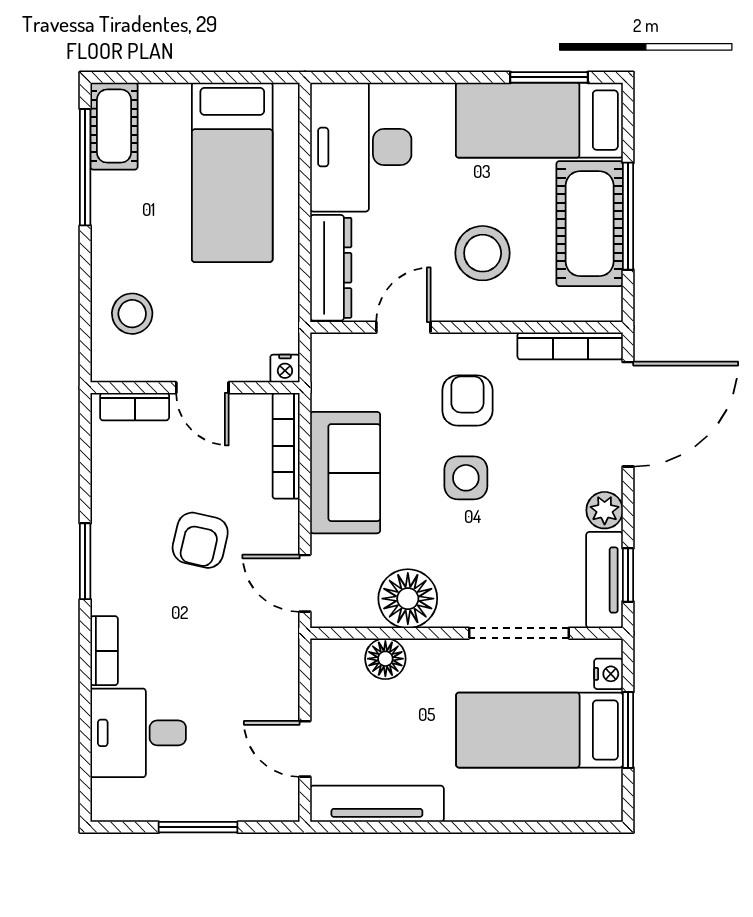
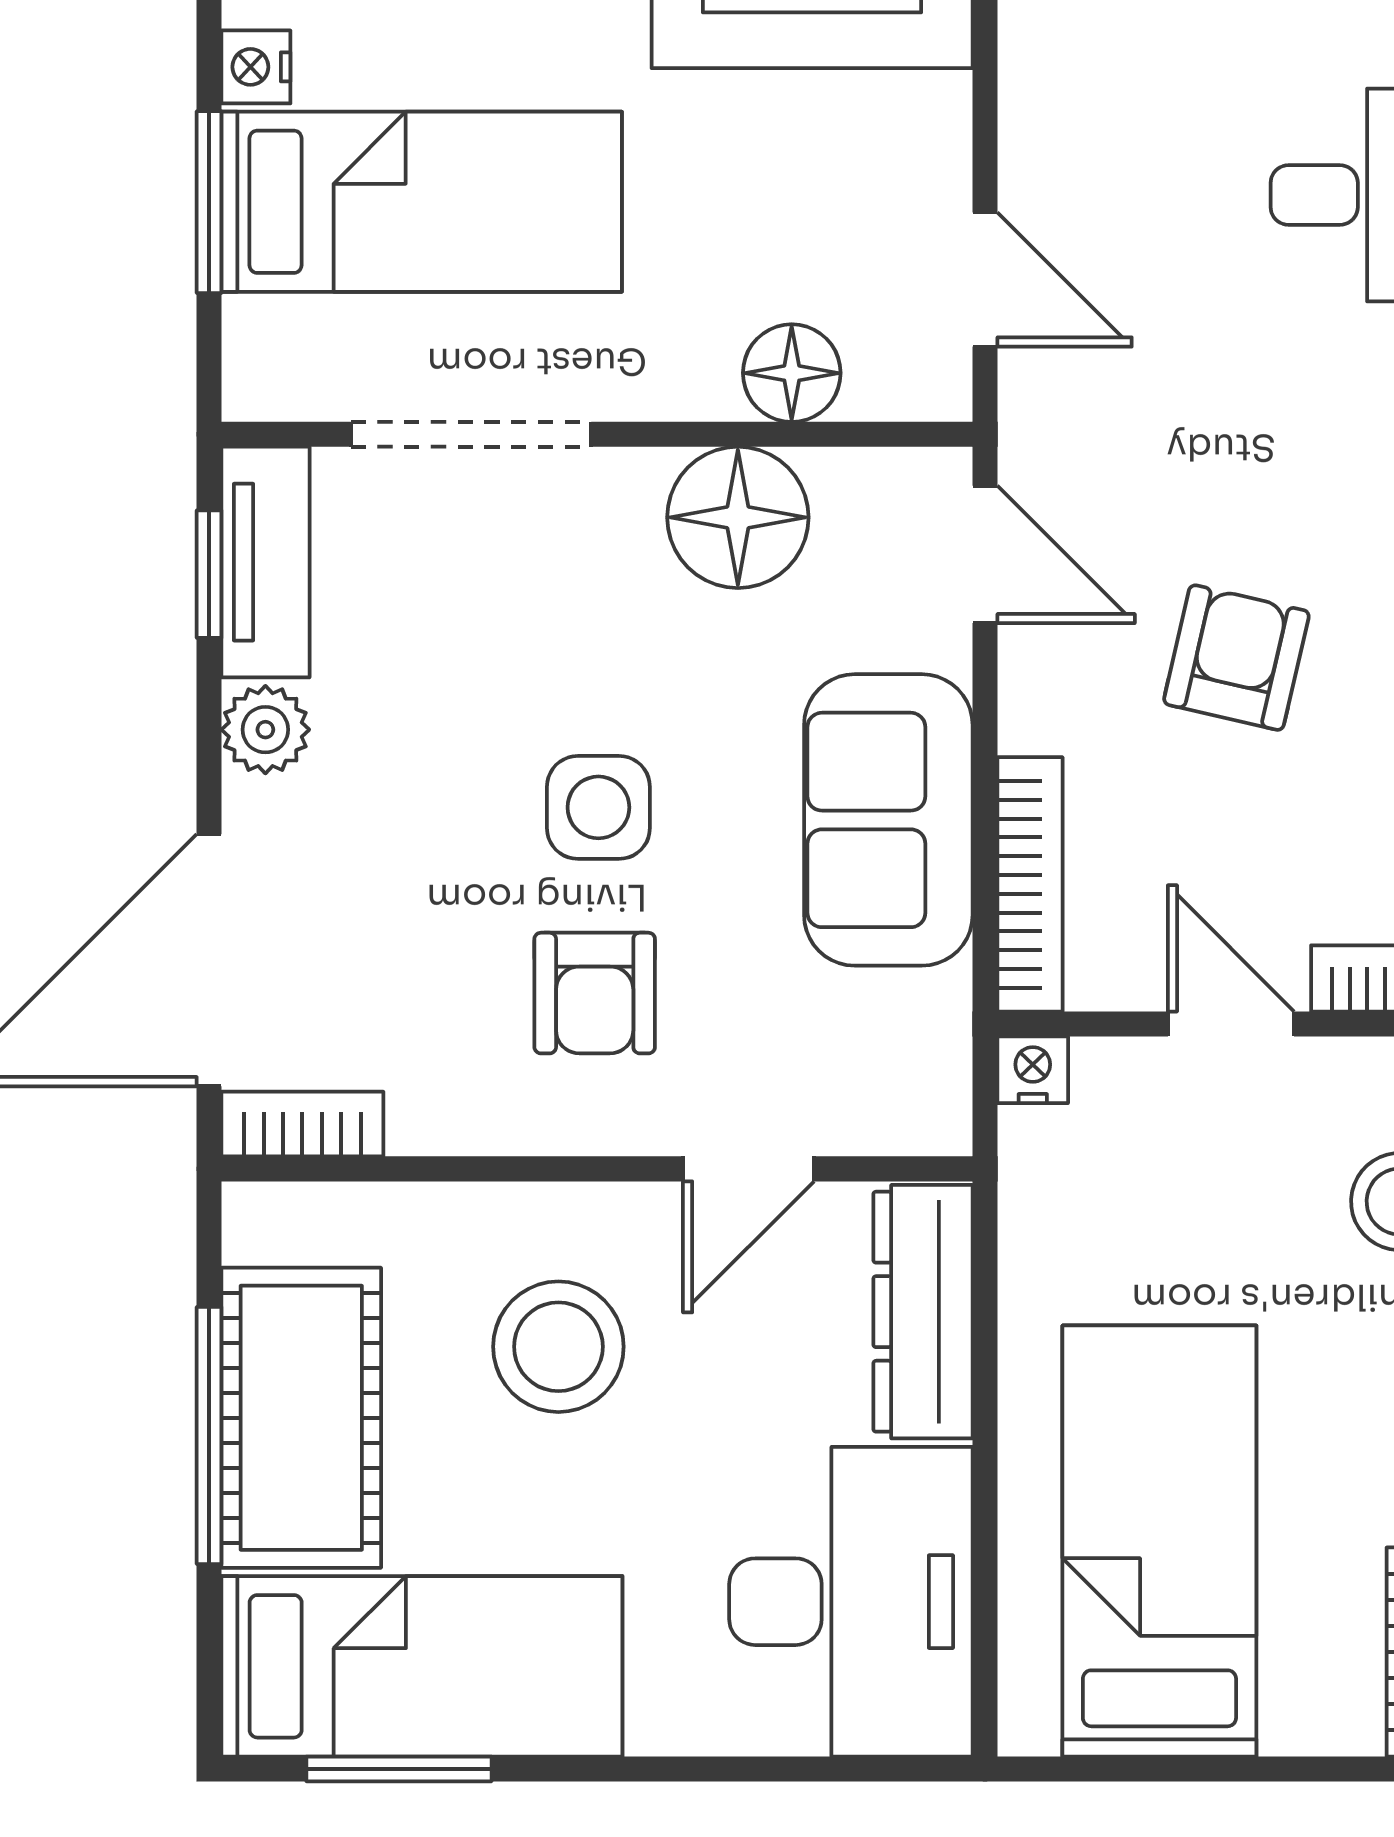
bookcase: (570, 346) -> (302, 1124), width x0.64
nightstand: (609, 674) -> (256, 67), moved
door: (305, 749) -> (985, 280), moved

